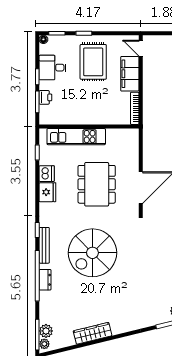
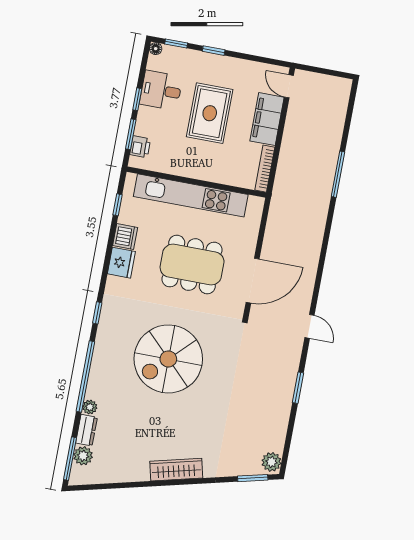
rug: (93, 62) -> (210, 113), moved
printer: (45, 97) -> (140, 147), moved
kitchen unit: (76, 137) -> (191, 195), width x1.36
dining table: (97, 184) -> (192, 265), turned 90
bench: (44, 245) -> (103, 336), removed
dresser: (45, 280) -> (87, 430), moved
wardrobe: (93, 333) -> (176, 470), moved
plant: (44, 344) -> (90, 407), moved

